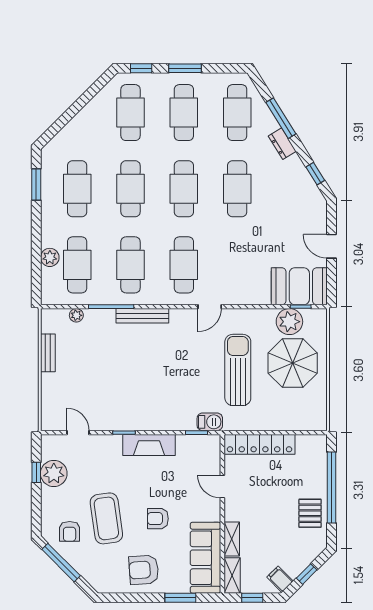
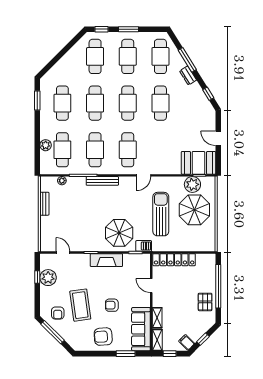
parasol: (170, 401) -> (119, 233), added

